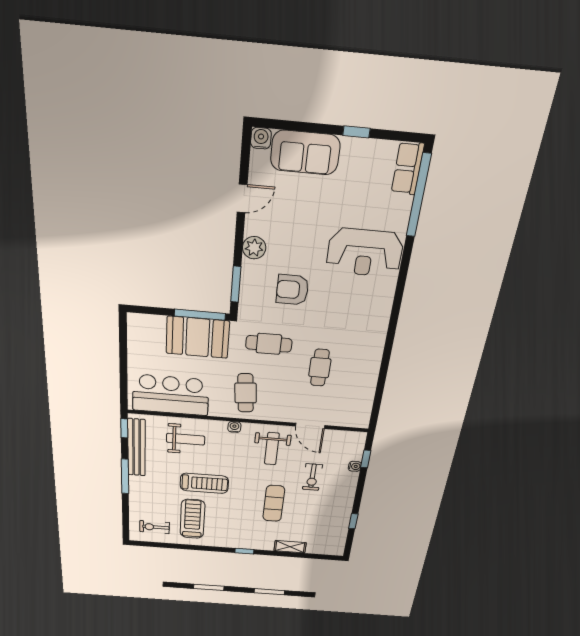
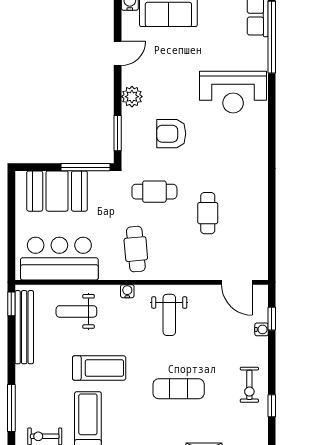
booth: (198, 337) -> (57, 191), moved
door: (310, 426) -> (237, 282), moved
weight bench: (186, 439) -> (76, 311), turned 180
window: (125, 476) -> (11, 408), moved
exercise bike: (312, 477) -> (249, 385), moved
exercise mat: (274, 503) -> (179, 389), turned 90

